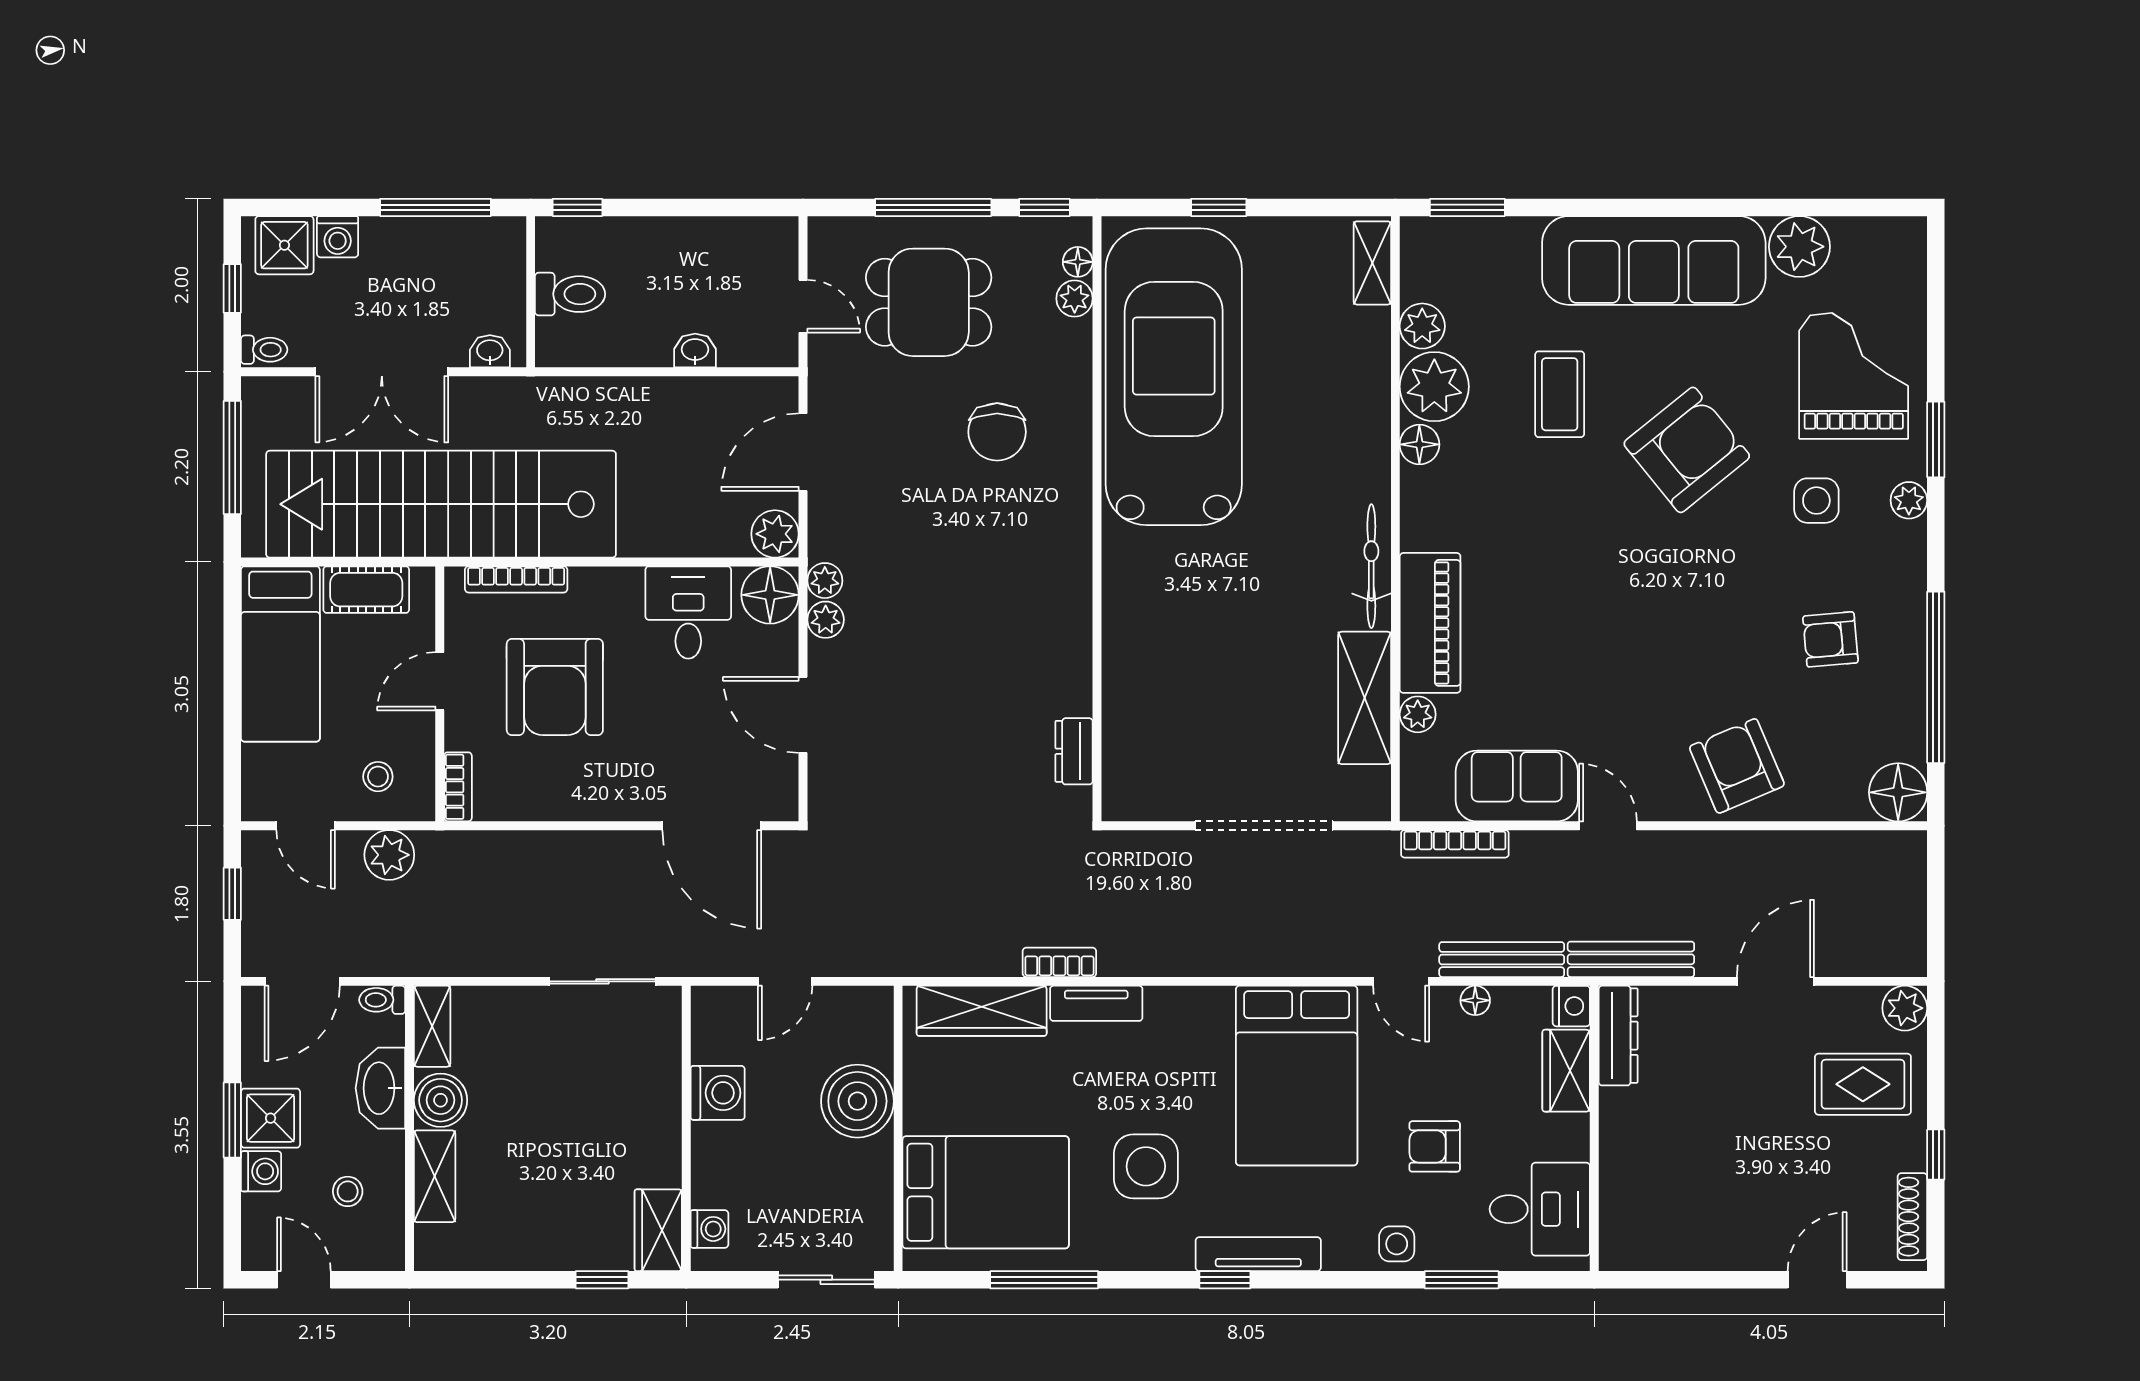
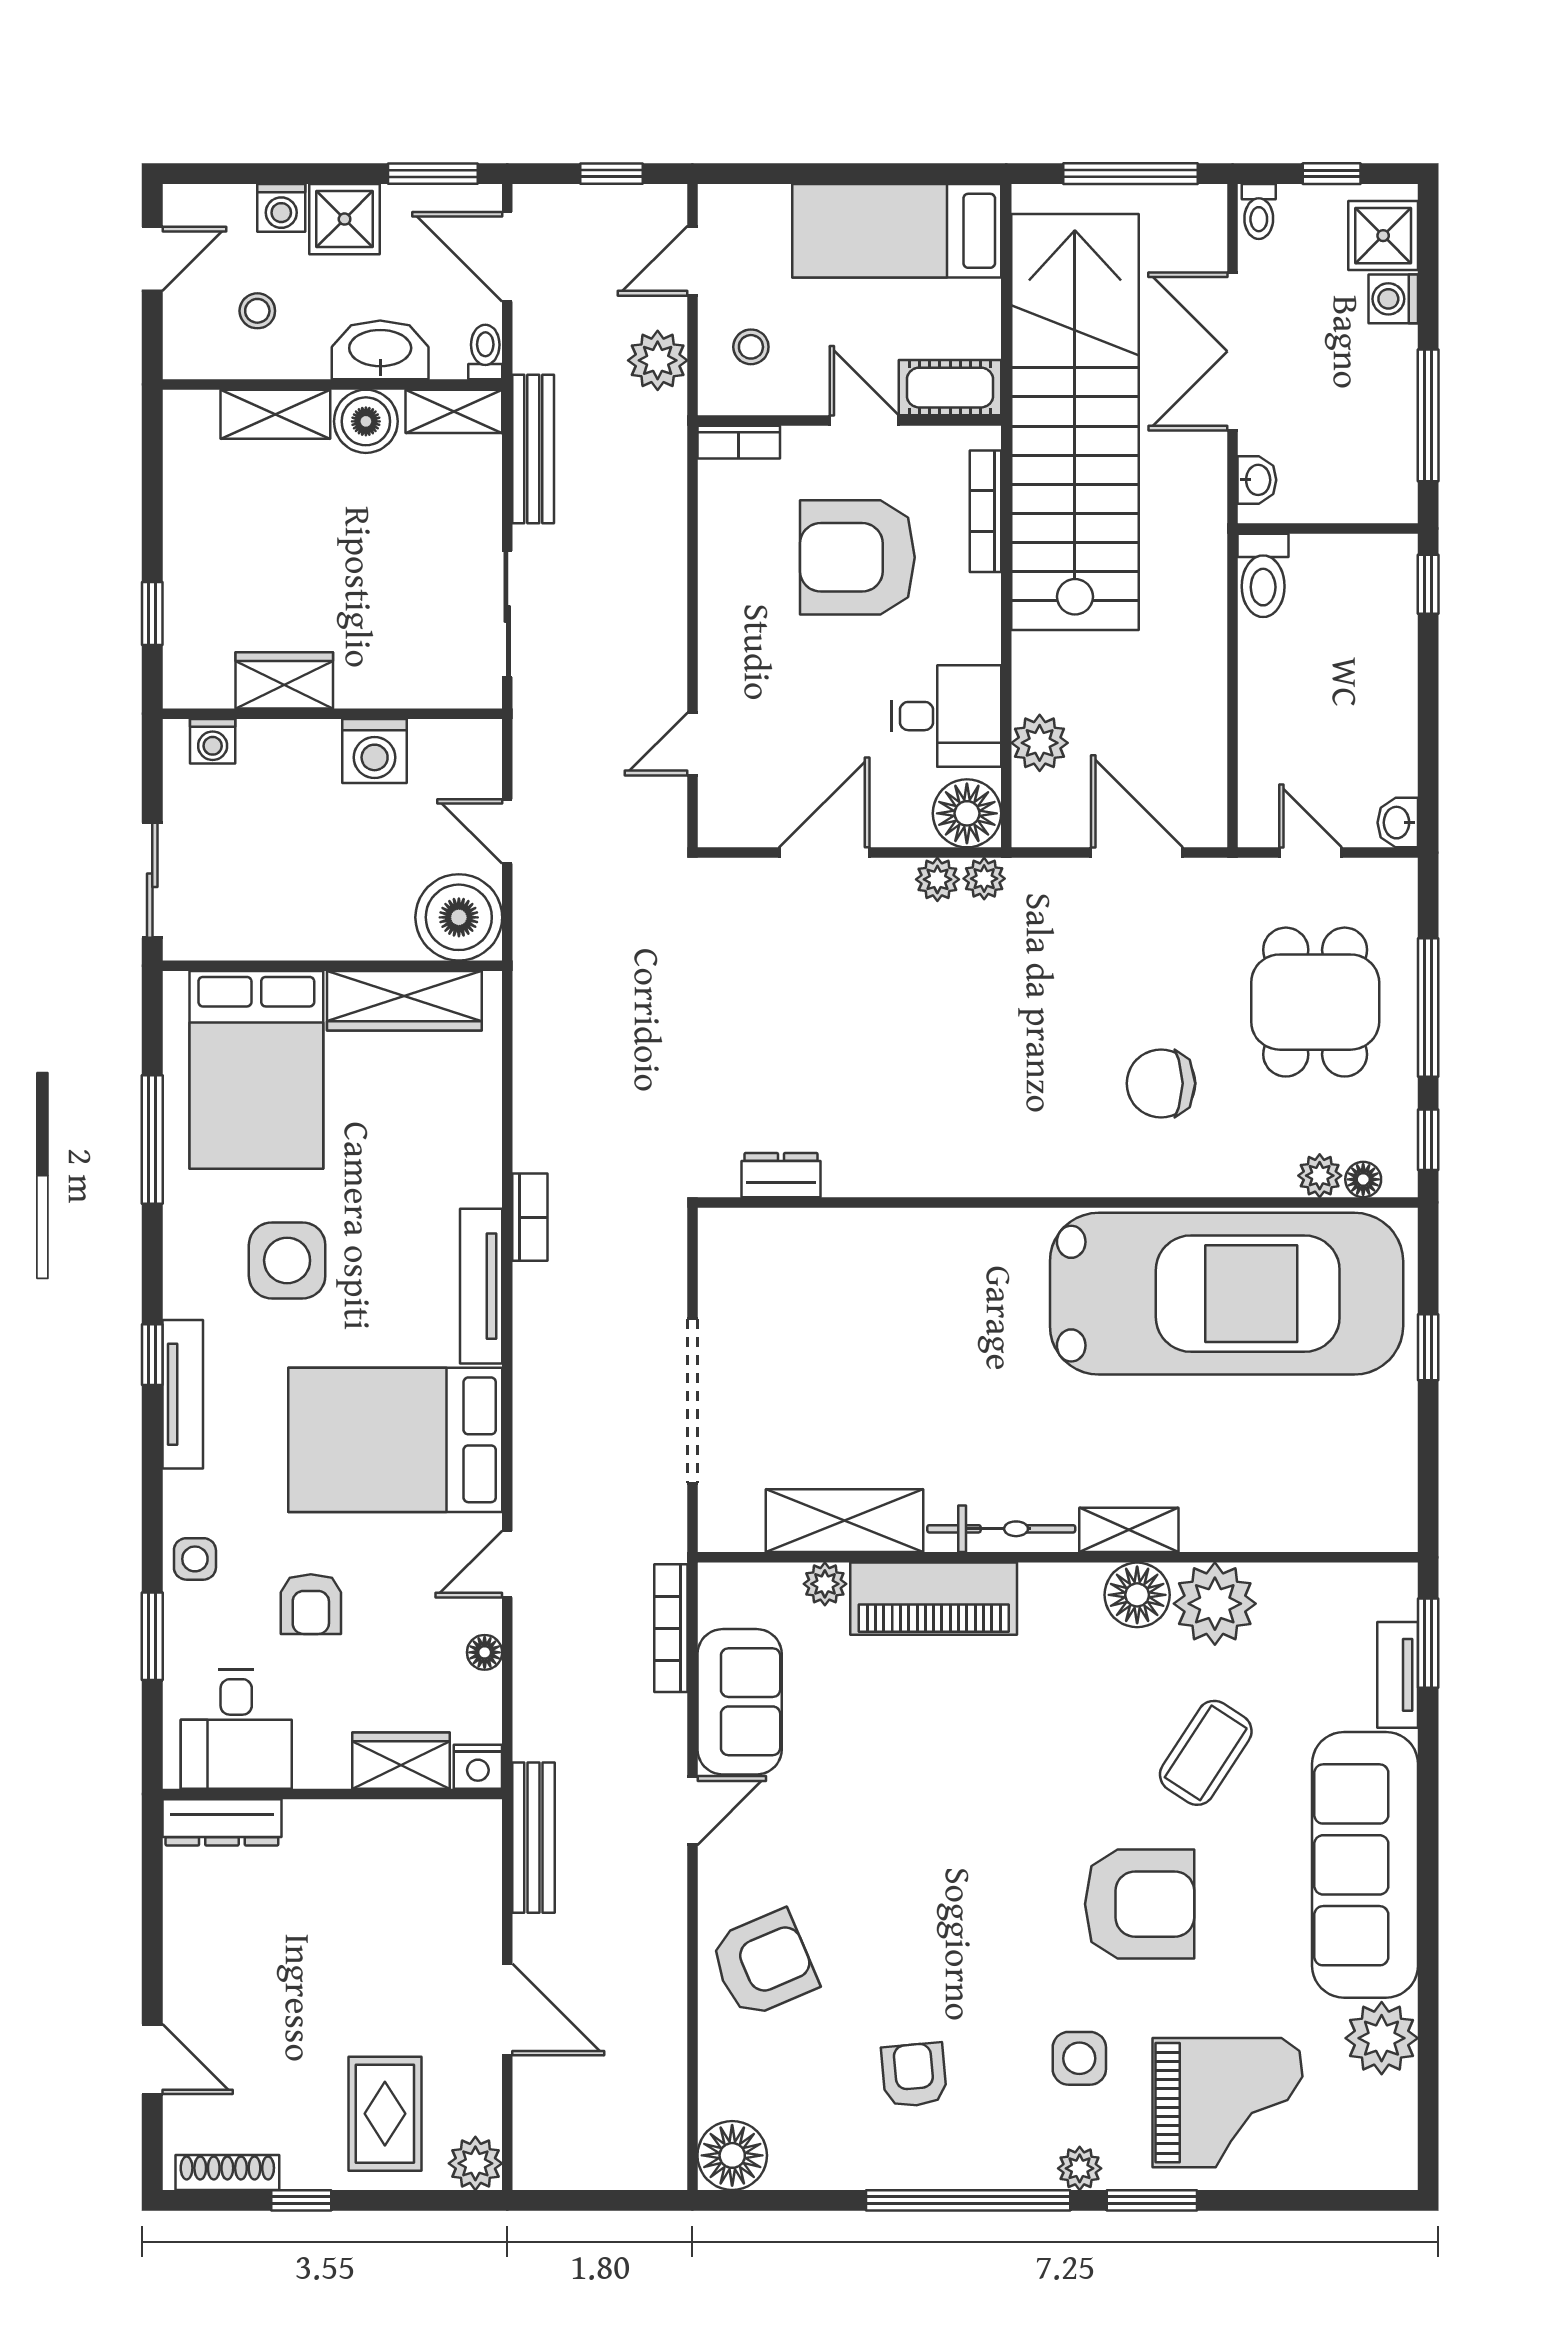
tv unit: (1494, 233) -> (1398, 1675), added
shelving: (1372, 263) -> (1129, 1530), moved
toilet: (570, 294) -> (1263, 575), moved
door: (803, 306) -> (1310, 853), swing flipped
plant: (1422, 326) -> (1287, 1589), removed
washbasin: (695, 350) -> (1398, 823), moved, turned 180
coffee table: (1560, 394) -> (1206, 1753), turned -57
floor lamp: (1419, 444) -> (1137, 1595), width x1.38, depth x1.38
armchair: (1687, 450) -> (1140, 1904), turned -51
plant: (775, 534) -> (1040, 743), moved
cot: (366, 590) -> (950, 388), moved, turned 90
window: (1936, 677) -> (968, 2200), moved
door: (712, 826) -> (692, 744), width x0.53
bench: (1502, 960) -> (533, 449), moved
bookcase: (1059, 962) -> (530, 1217), moved
tv unit: (1096, 1003) -> (481, 1286), moved, width x1.41
wardrobe: (982, 1011) -> (404, 1001), moved, turned -90
dresser: (1618, 1036) -> (222, 1822), moved
boiler: (857, 1101) -> (459, 917), moved
window: (232, 1120) -> (433, 174), moved
armchair: (1435, 1146) -> (311, 1604), turned 180
wardrobe: (658, 1230) -> (284, 680), moved

